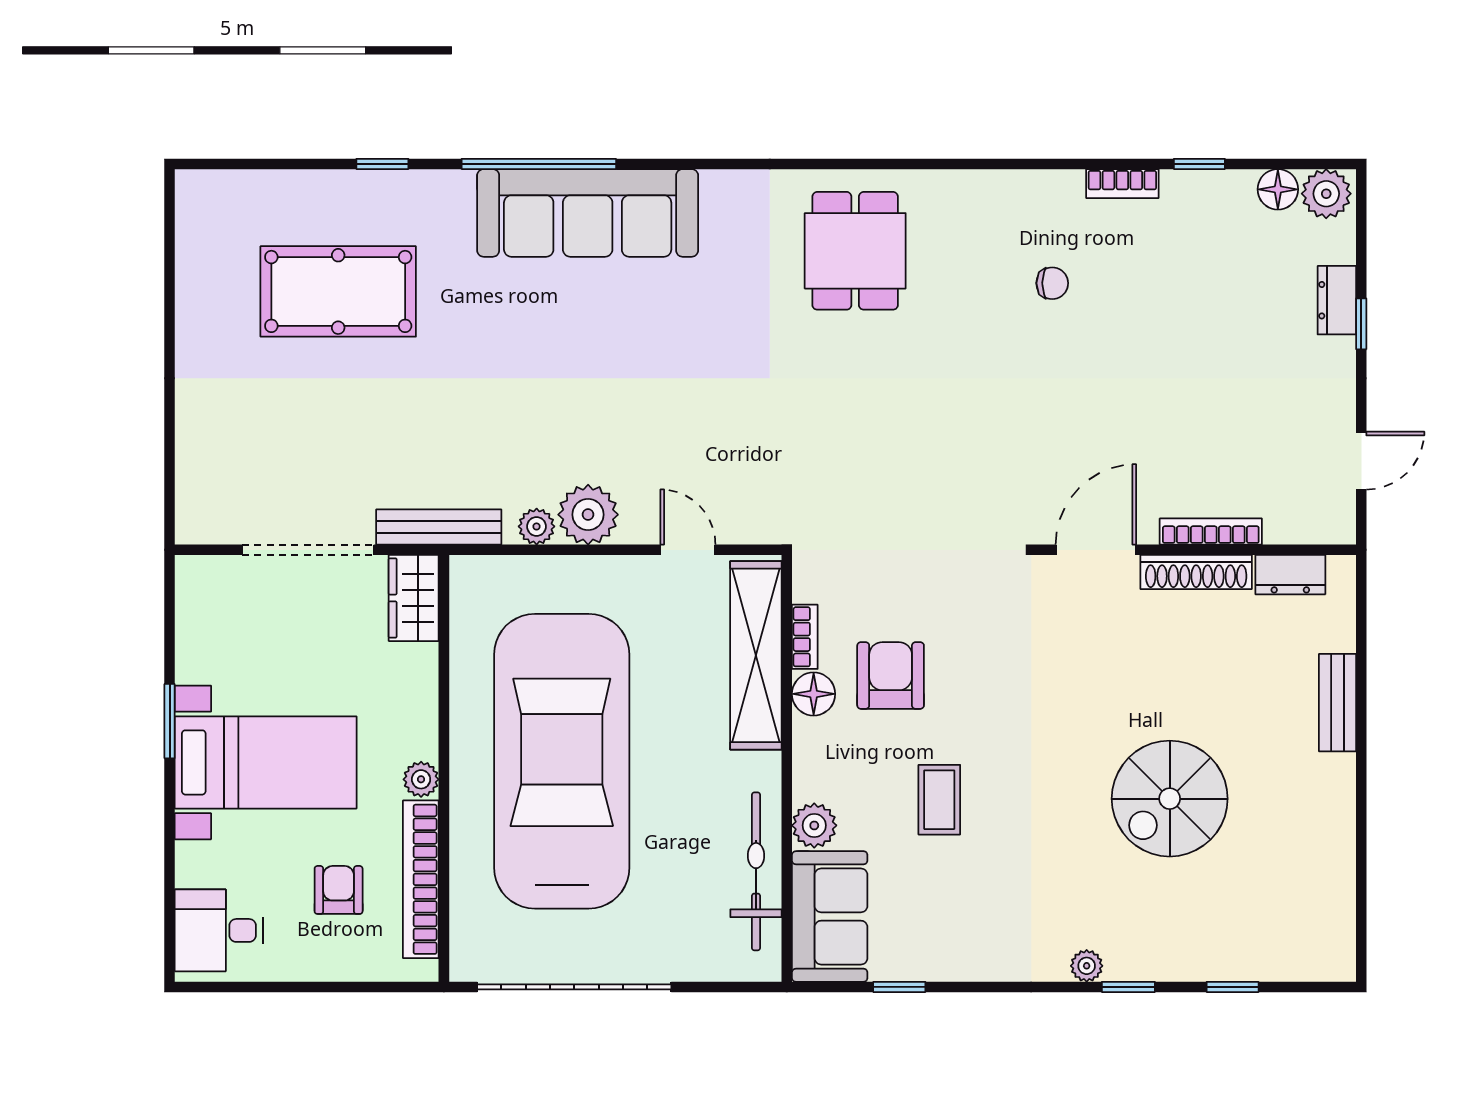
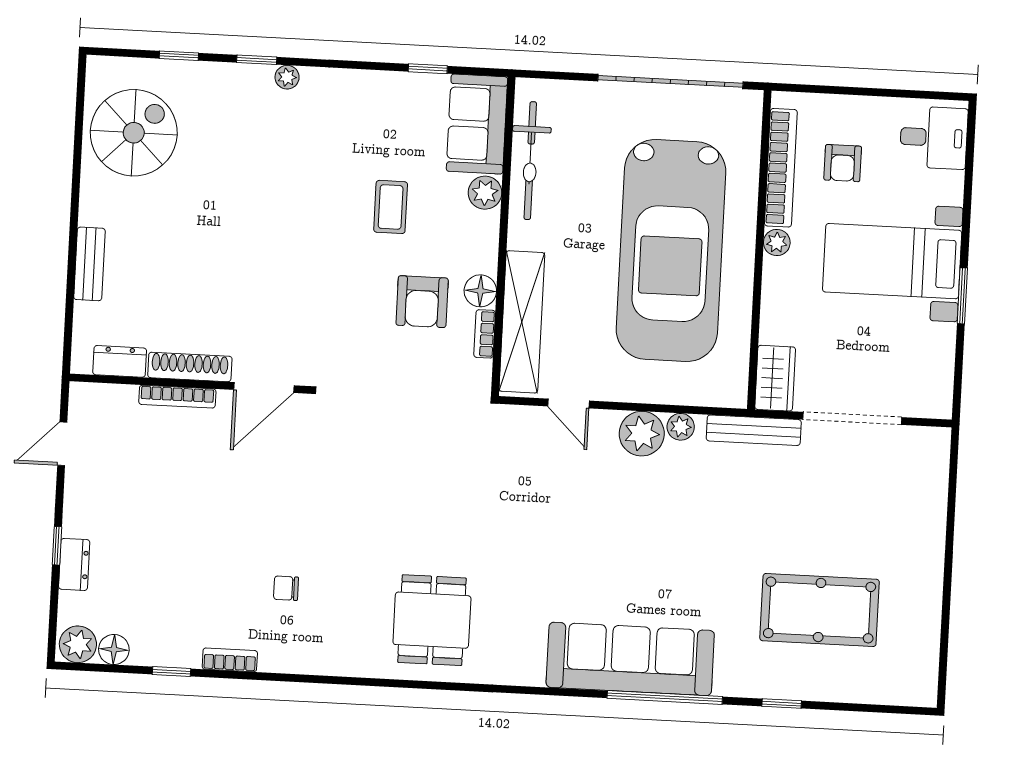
spiral stairs: (1170, 799) -> (134, 133), moved

